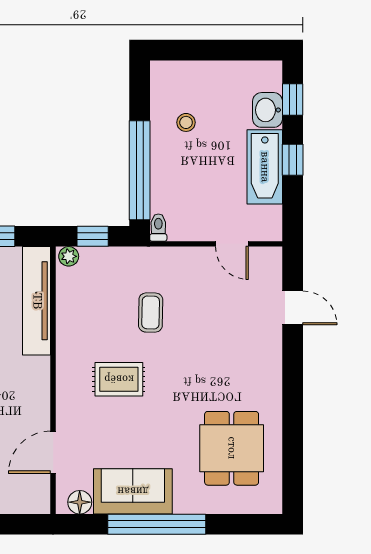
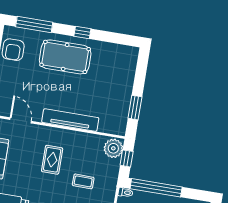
plant: (69, 256) -> (113, 148), width x1.88, depth x1.88
tv unit: (37, 301) -> (70, 120), moved

